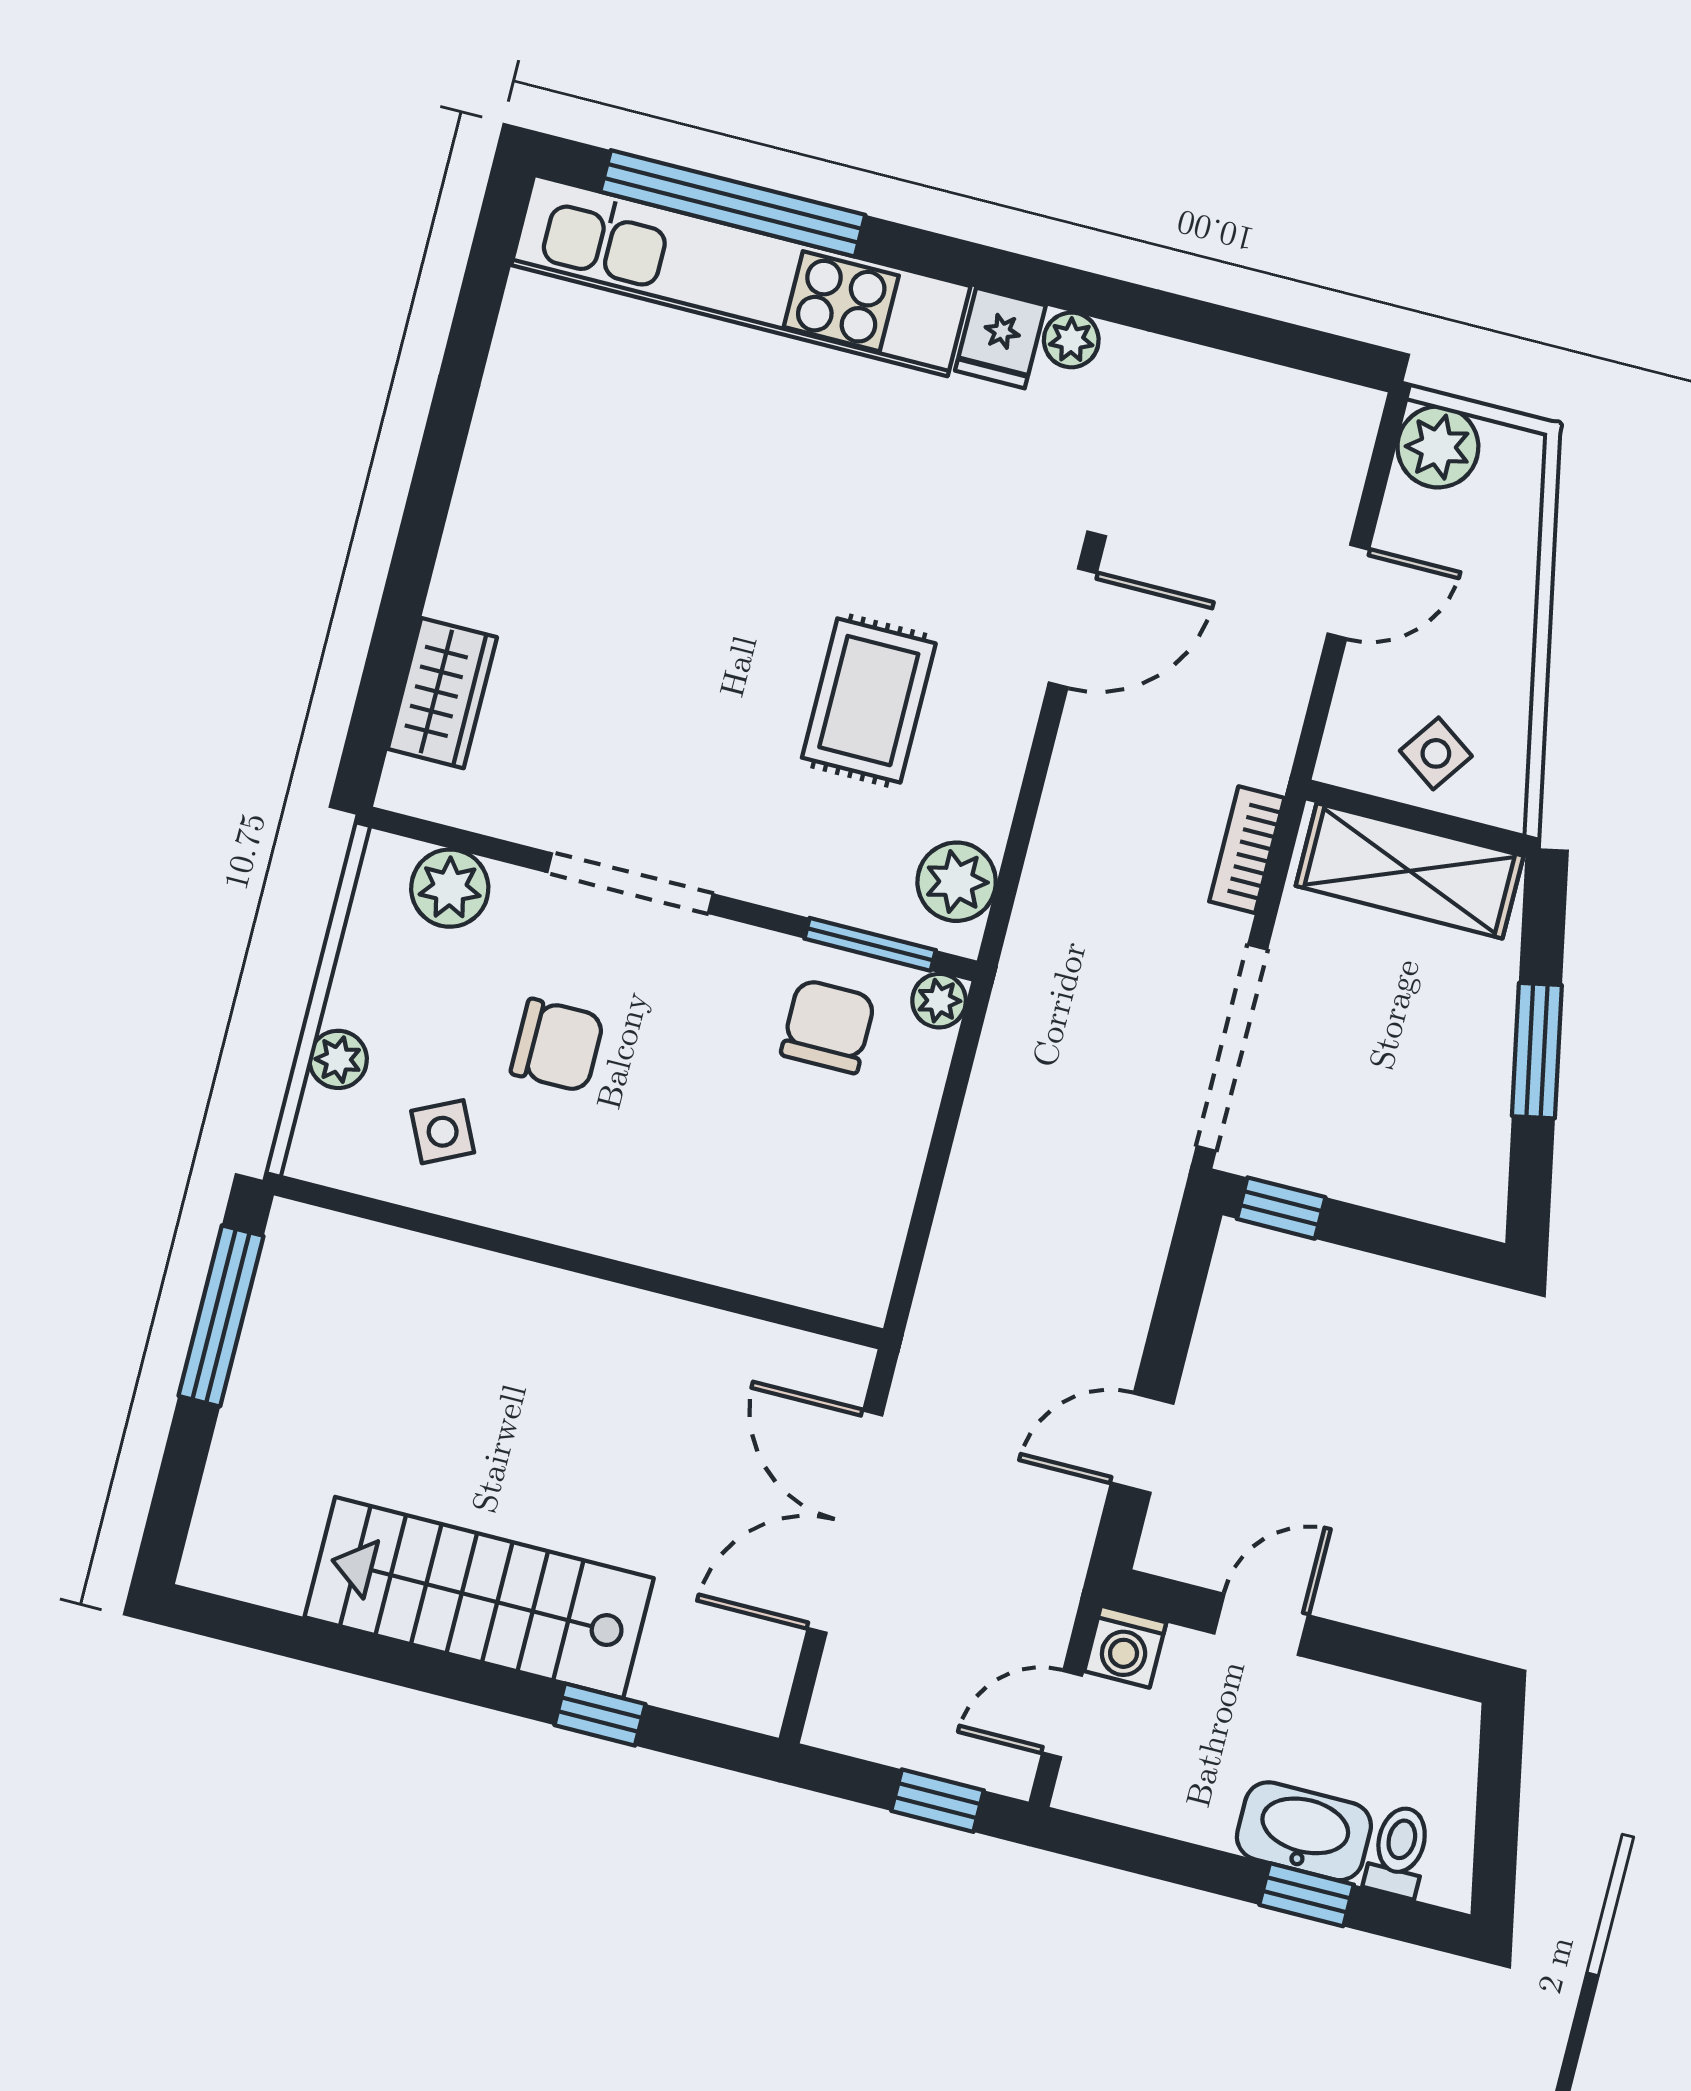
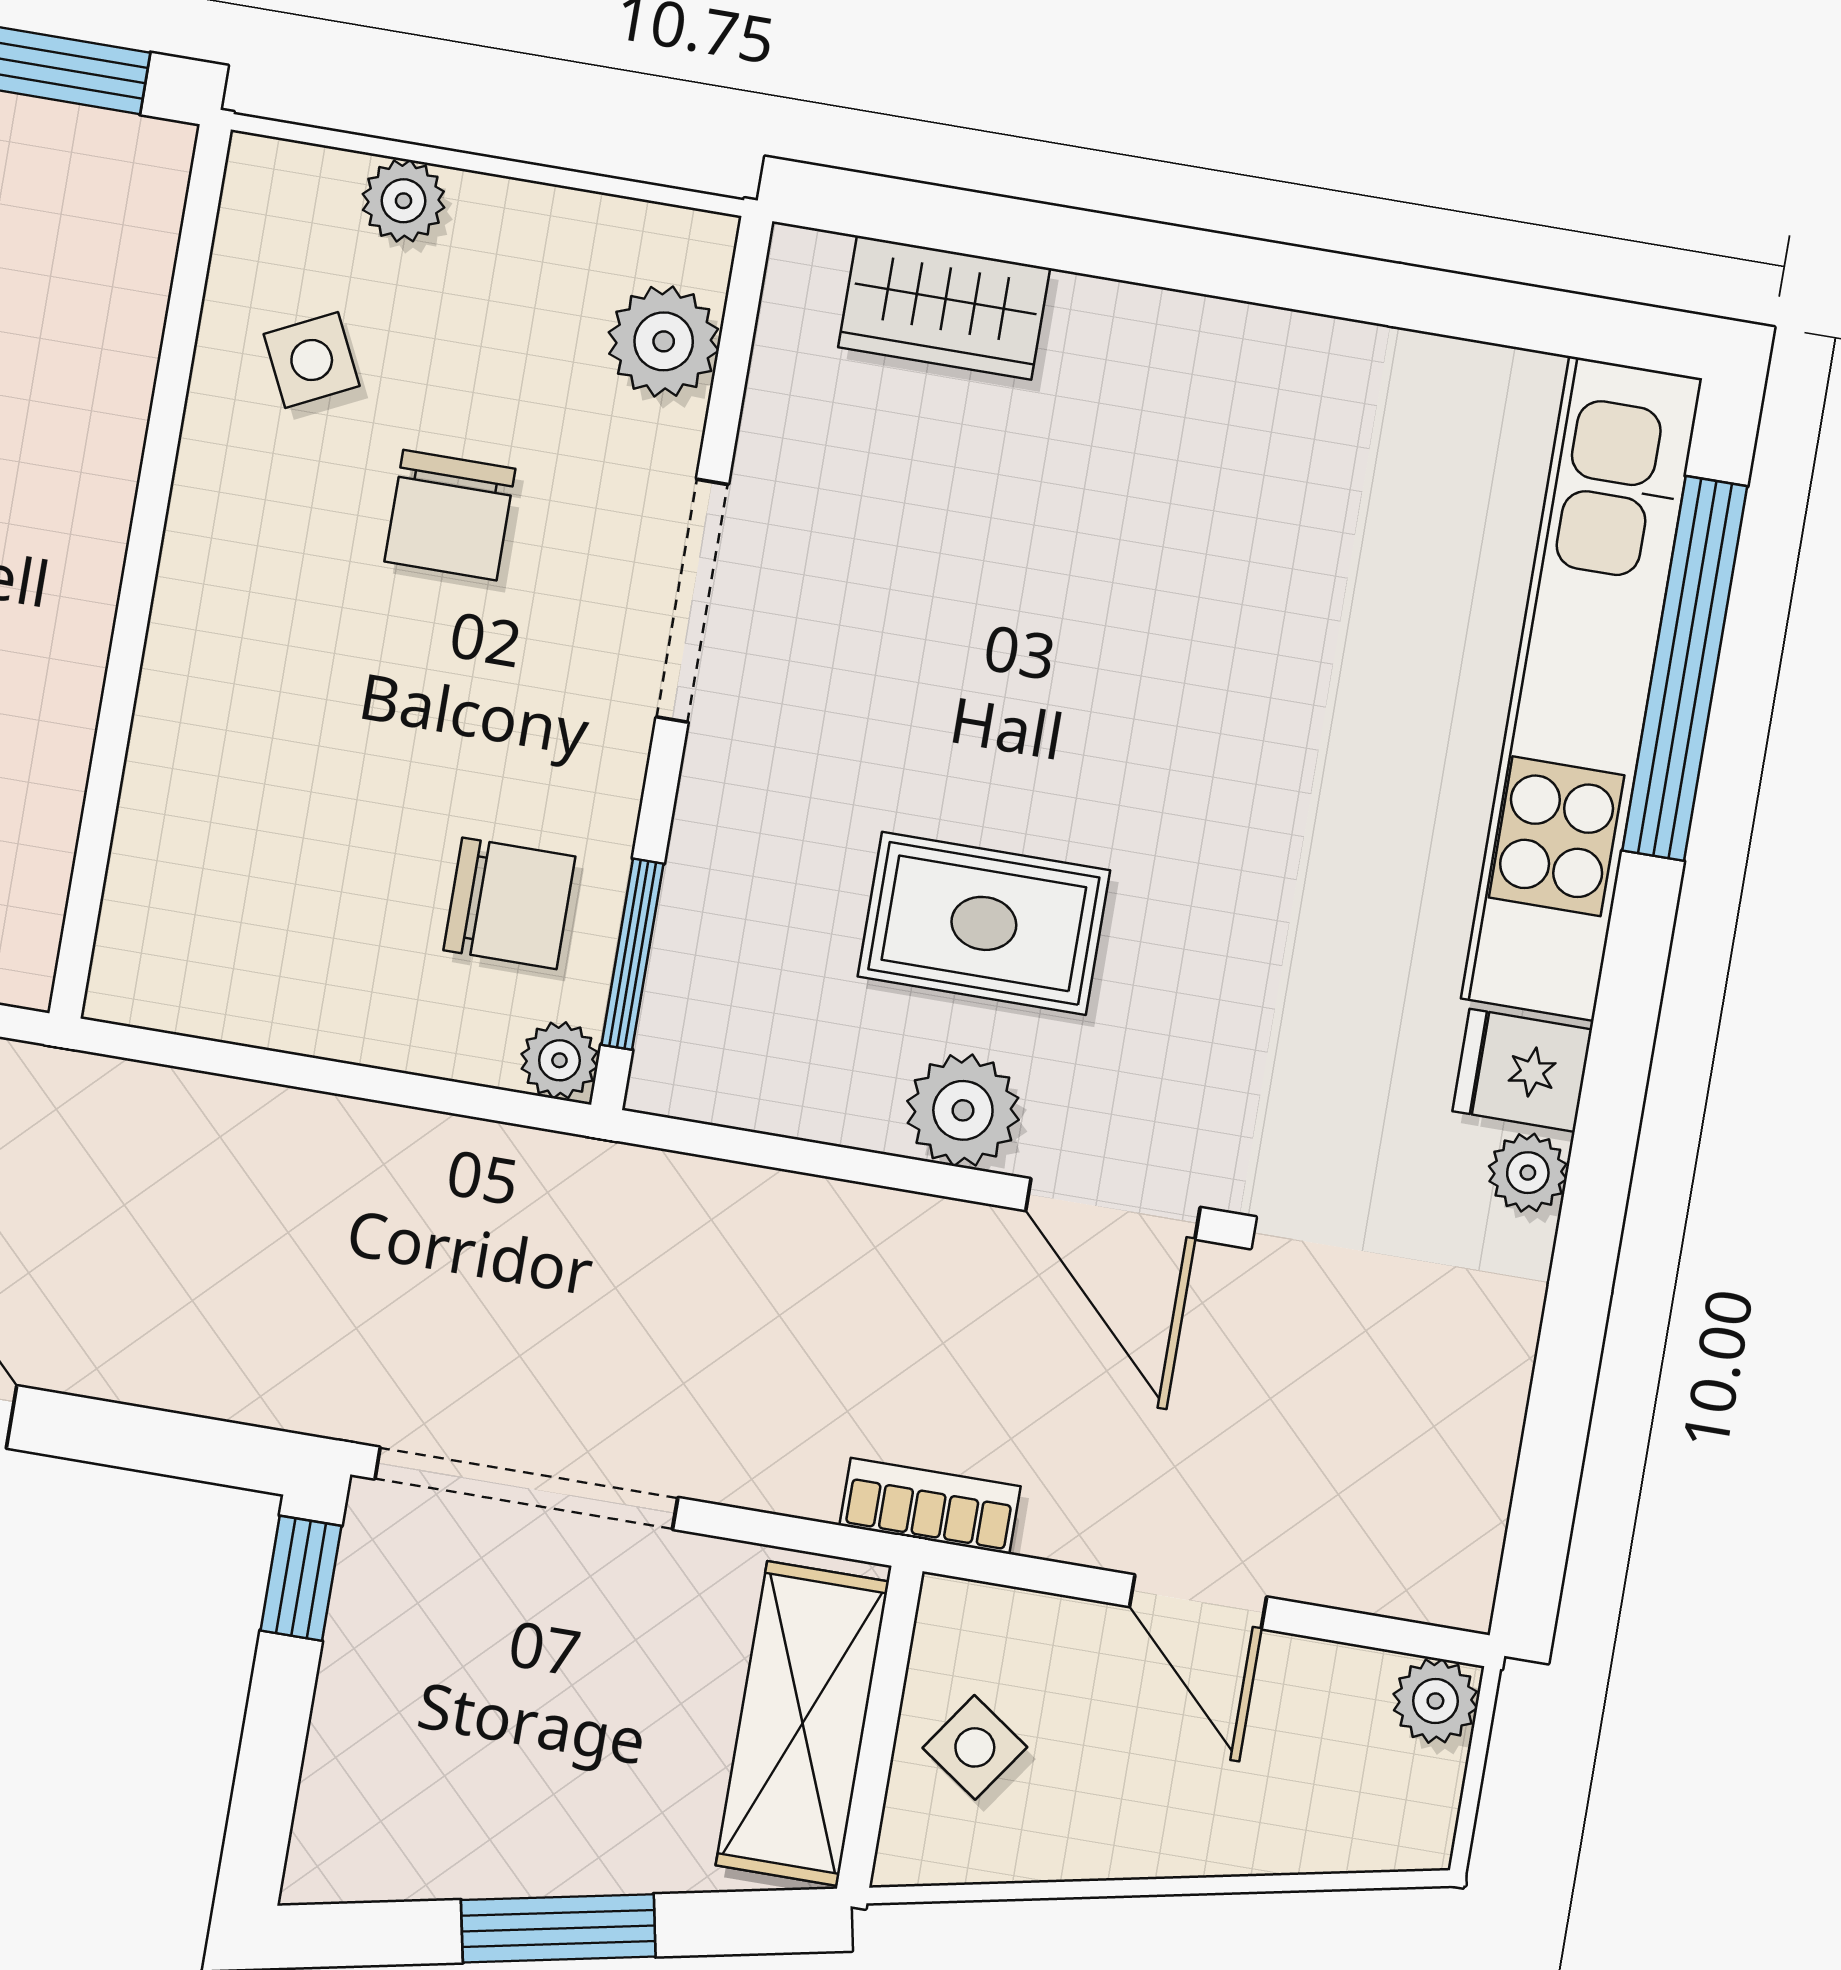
plant: (1438, 447) -> (1435, 1701), width x0.73, depth x0.73
bookcase: (1247, 850) -> (930, 1506), moved
plant: (957, 882) -> (963, 1110), moved

